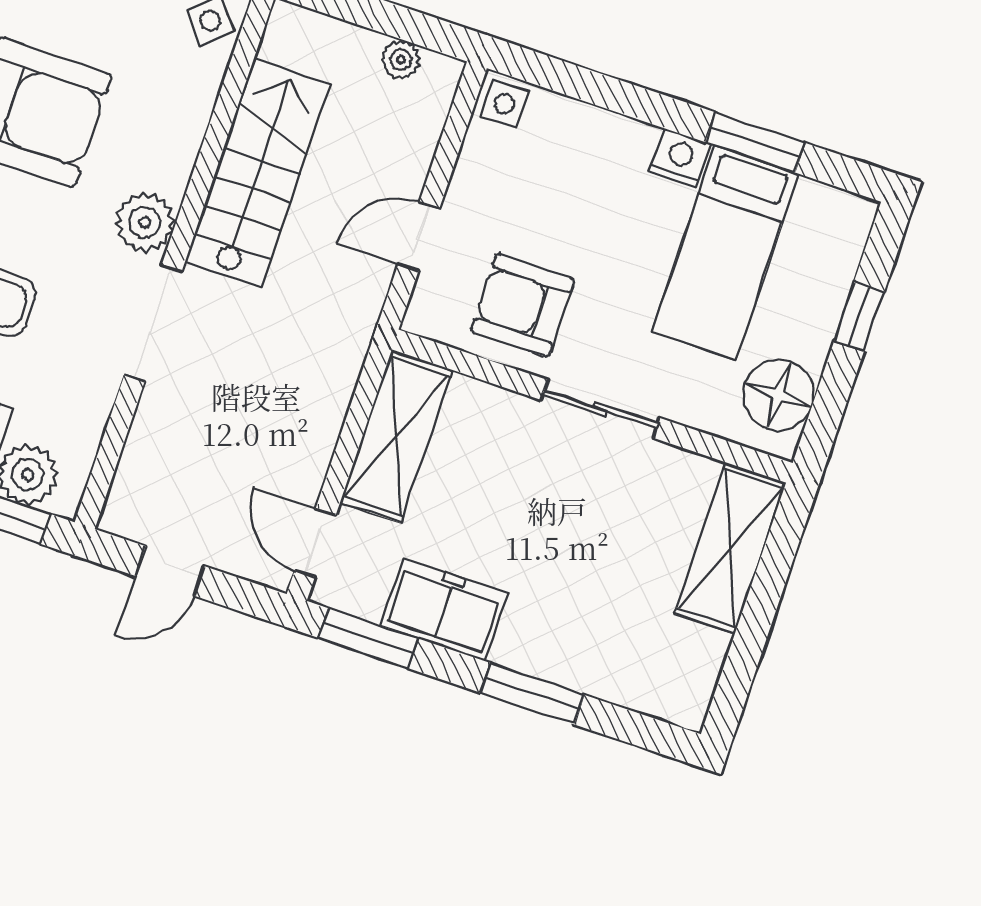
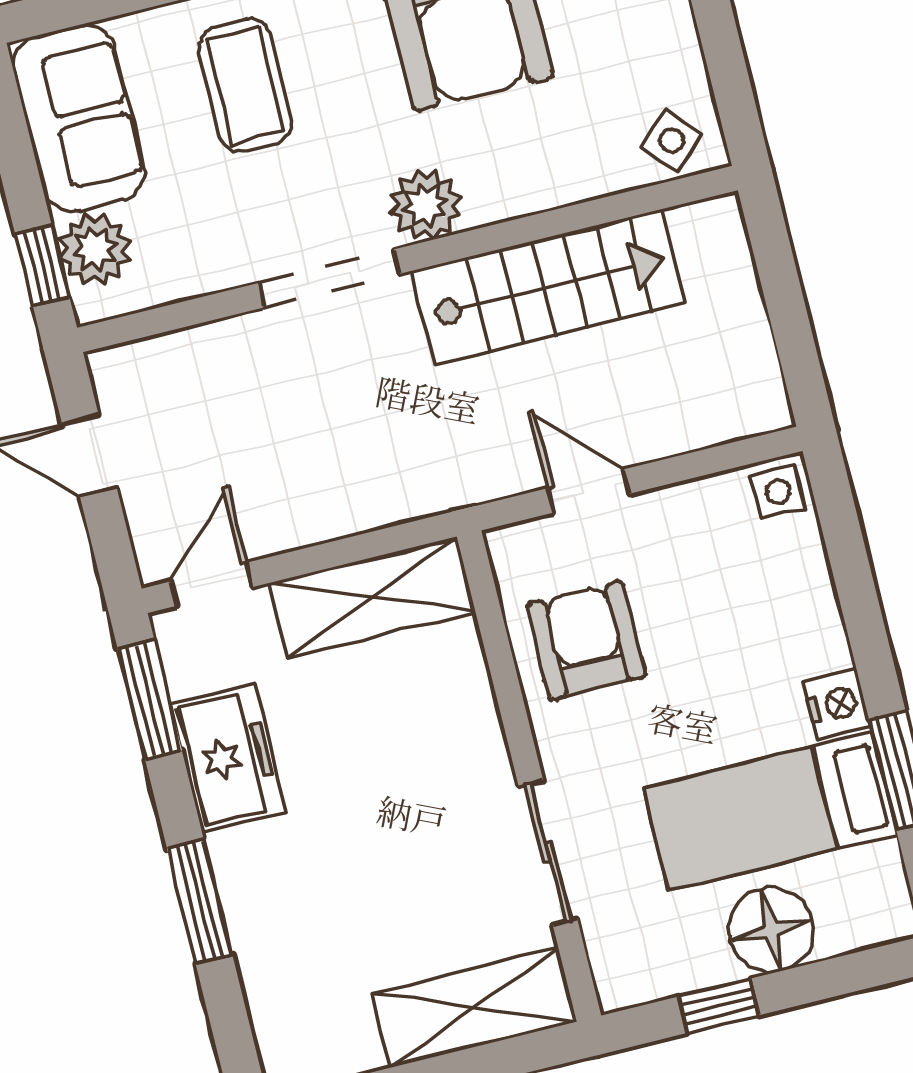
plant: (401, 60) -> (756, 358), removed
window: (859, 316) -> (719, 1006), moved
floor lamp: (779, 395) -> (771, 930), moved
sliding door: (600, 409) -> (548, 852), moved

